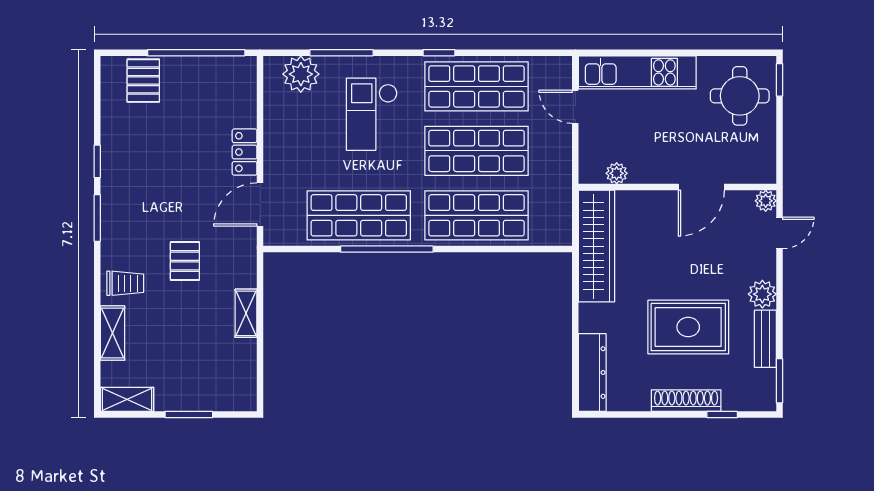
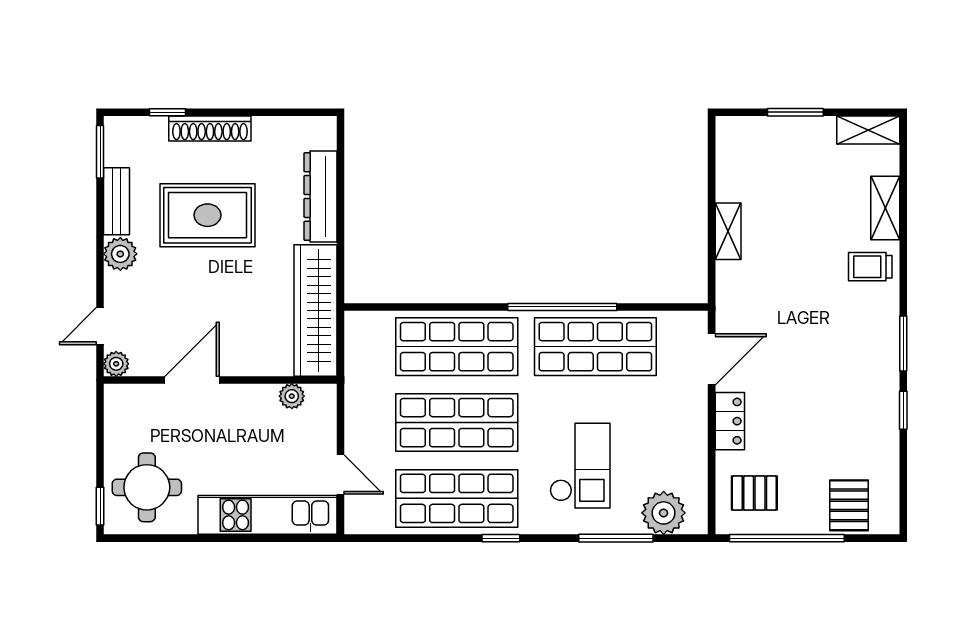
pallet: (185, 261) -> (754, 493), moved, turned 90
dresser: (592, 373) -> (320, 197), moved

